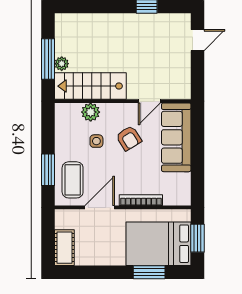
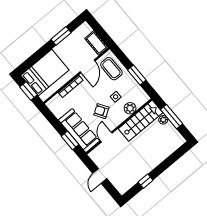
door: (198, 40) -> (100, 176), moved
window: (198, 134) -> (70, 140), added
window: (48, 170) -> (137, 75), moved
cot: (64, 248) -> (96, 43), moved
window: (149, 272) -> (61, 36), moved

